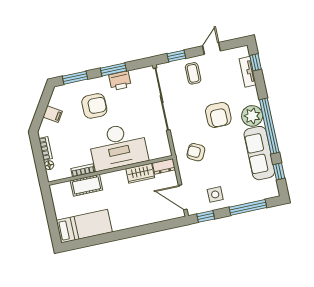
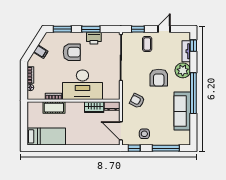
plant: (252, 116) -> (183, 70), moved
window: (279, 171) -> (193, 127), removed

